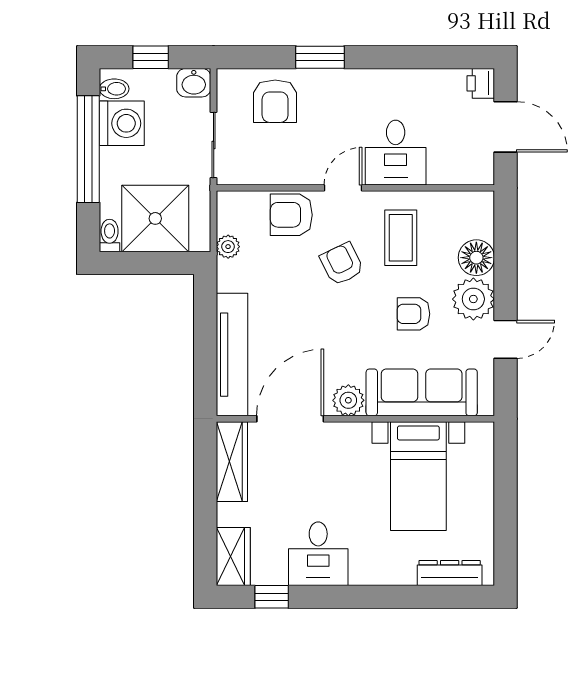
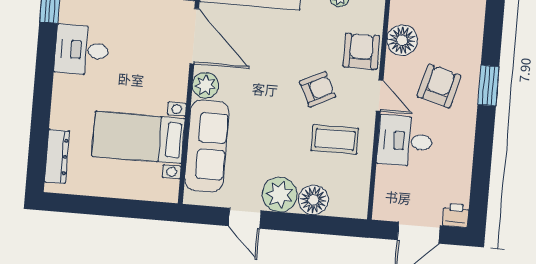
armchair: (275, 101) -> (439, 86), moved, turned 105
floor lamp: (274, 167) -> (402, 40), added
armchair: (413, 314) -> (272, 145), removed

